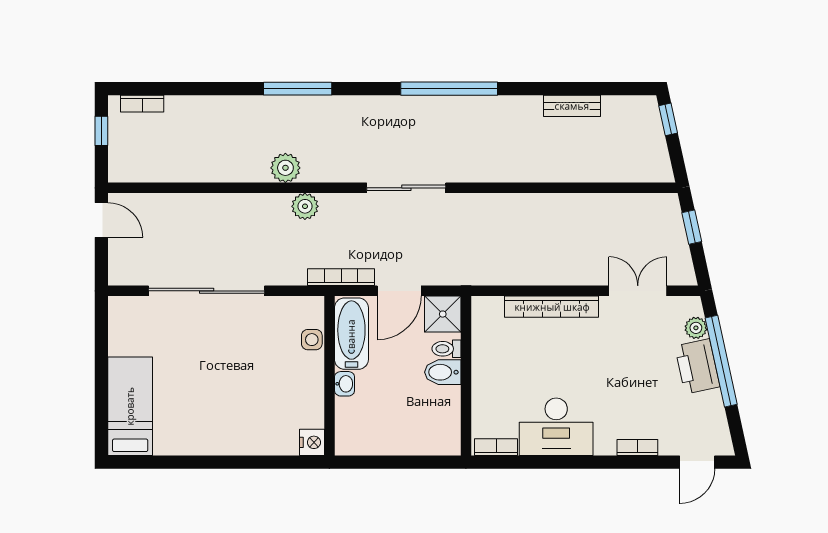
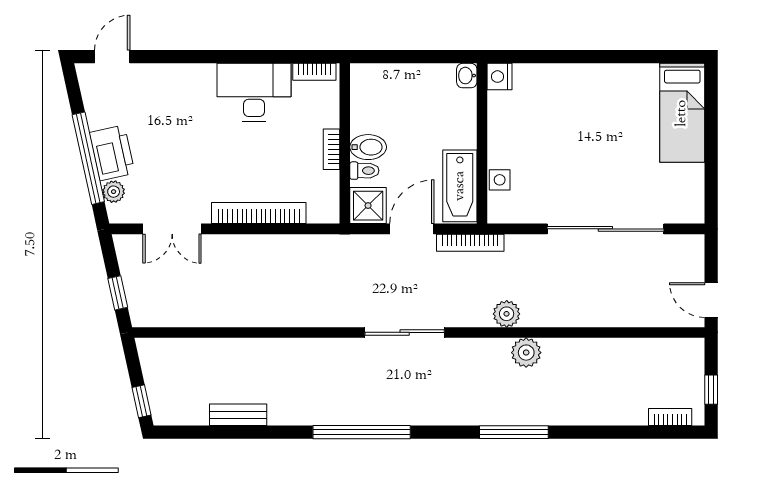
washbasin: (345, 384) -> (467, 76), moved
bookcase: (637, 448) -> (331, 149), moved, turned 90

